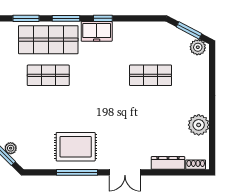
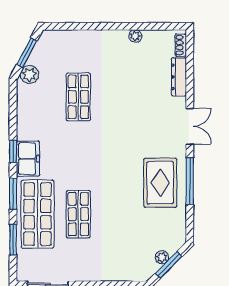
plant: (198, 47) -> (29, 75), moved
plant: (199, 125) -> (135, 36), width x0.53, depth x0.53

